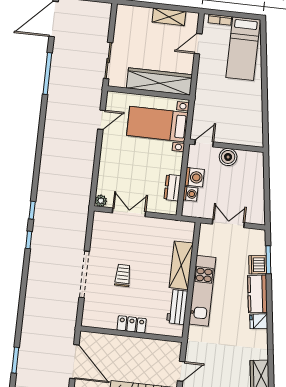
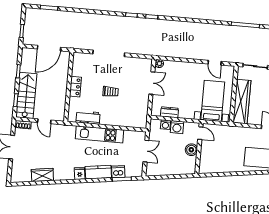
shelving: (181, 265) -> (117, 120), removed
trolley: (123, 275) -> (111, 92), moved

